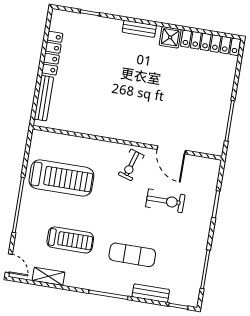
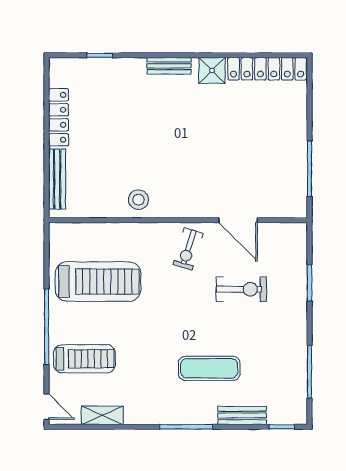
stool: (101, 123) -> (138, 200), added
treadmill: (70, 240) -> (84, 359), moved

